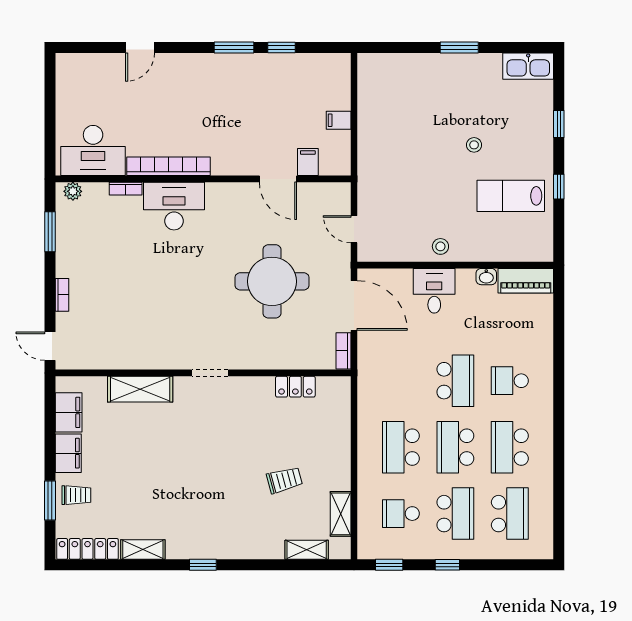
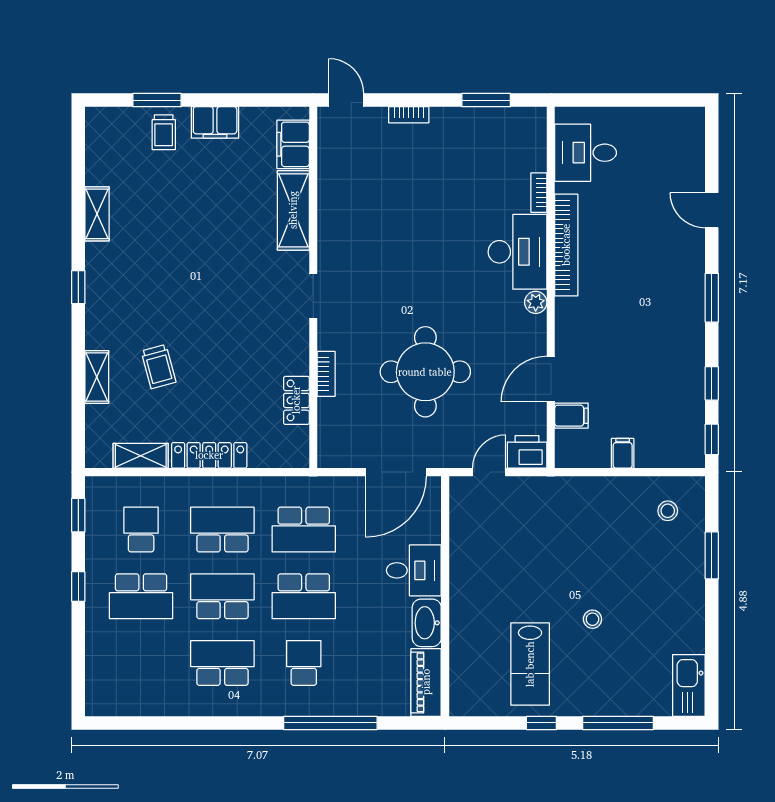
window: (234, 47) -> (712, 298), moved
window: (327, 47) -> (712, 439), added
window: (459, 47) -> (712, 555), moved
window: (559, 124) -> (618, 723), width x2.17
desk: (93, 150) -> (586, 153), width x0.73
plant: (73, 191) -> (536, 302), moved
lab bench: (511, 196) -> (530, 664), turned 180
printer: (337, 198) -> (527, 452), added
stool: (440, 246) -> (668, 511), moved
washbasin: (486, 277) -> (427, 623), width x1.91, depth x1.45
door: (50, 346) -> (346, 100), hinge flipped
bookcase: (343, 351) -> (326, 374), moved, turned 90
window: (559, 359) -> (330, 723), added
filing cabinet: (69, 412) -> (293, 144), moved, turned 90
trolley: (284, 480) -> (159, 367), moved
school desk: (510, 514) -> (304, 530), moved
locker: (87, 549) -> (209, 455), moved, turned -90
shelving: (307, 550) -> (97, 377), moved

